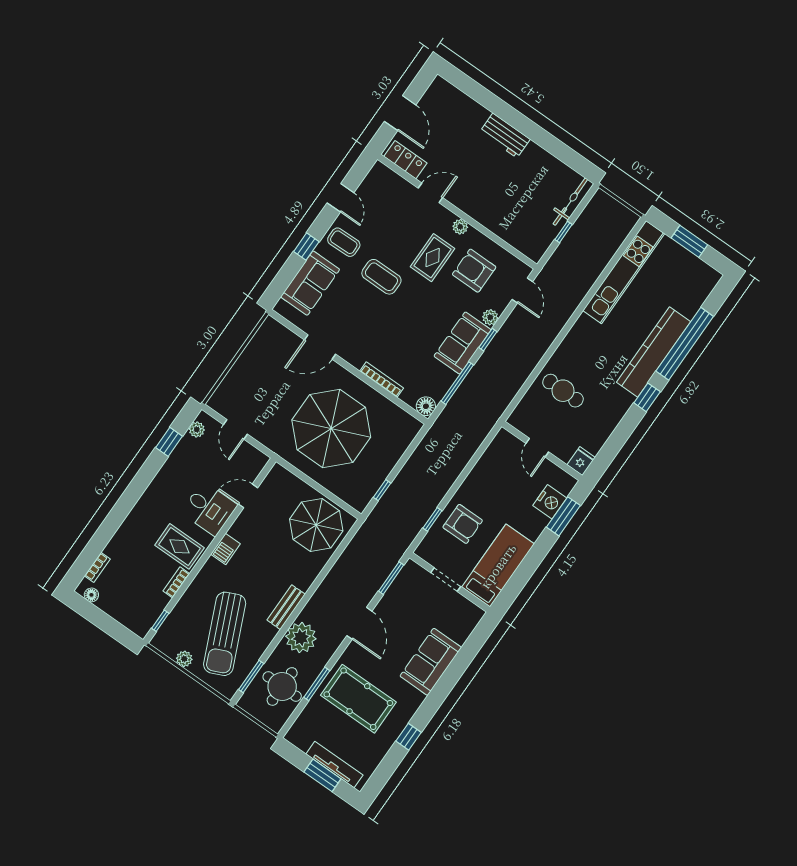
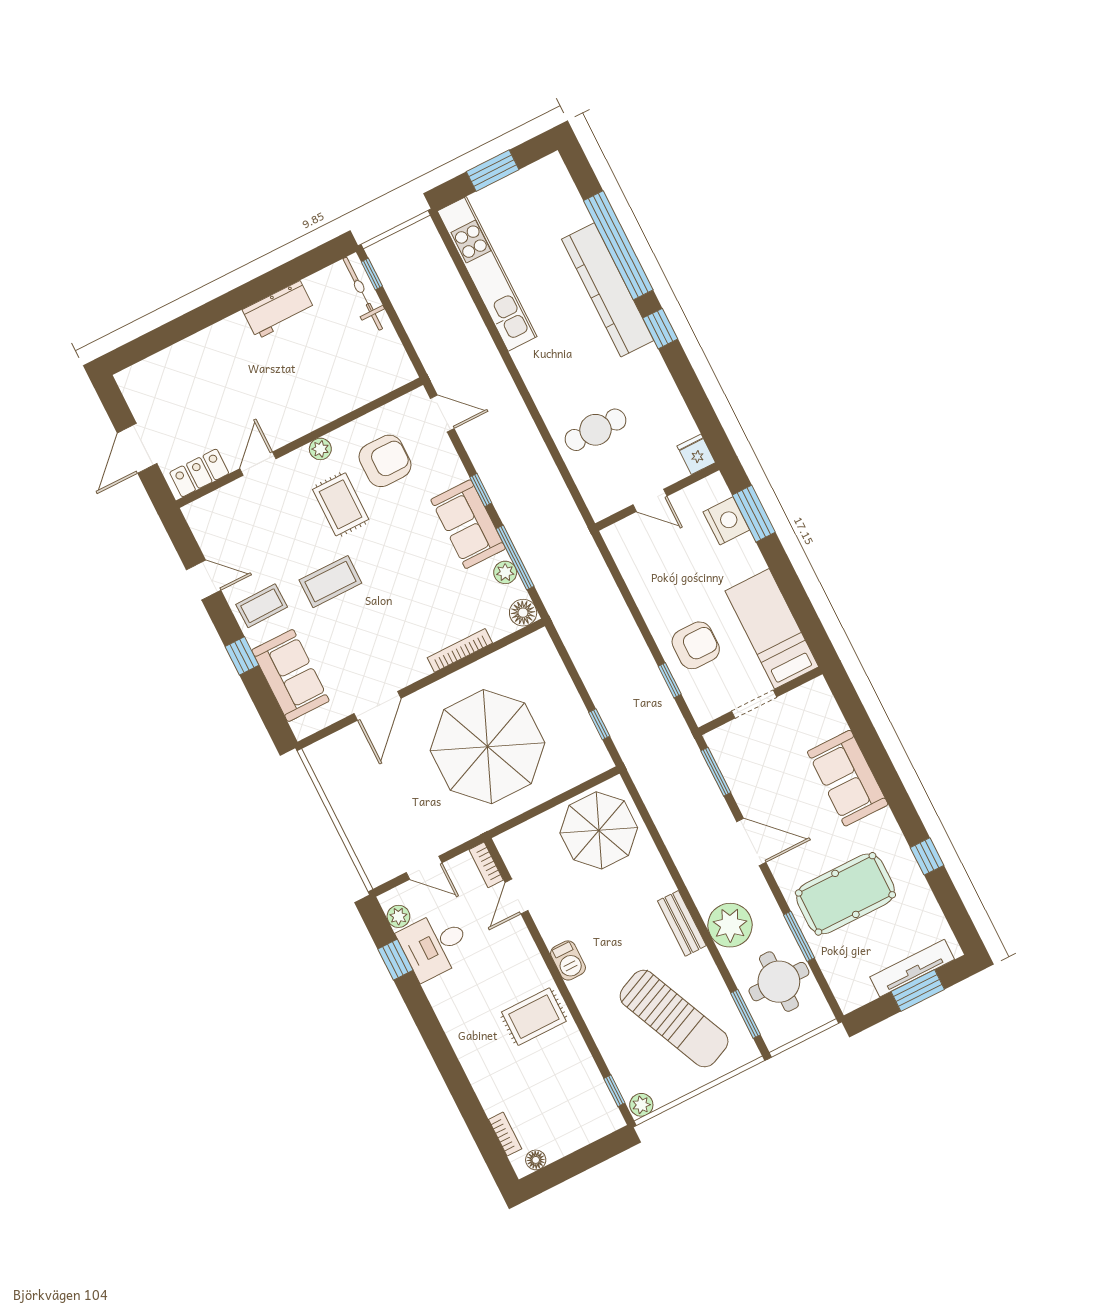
door: (400, 113) -> (137, 448), swing flipped
workbench: (505, 136) -> (279, 310), moved
window: (563, 232) -> (372, 274), moved
armchair: (474, 271) -> (385, 461), turned 180
plant: (490, 317) -> (505, 572), moved
desk: (209, 509) -> (435, 945), moved, turned 180
bookcase: (176, 582) -> (486, 865), moved
plant: (184, 659) -> (641, 1105), moved

